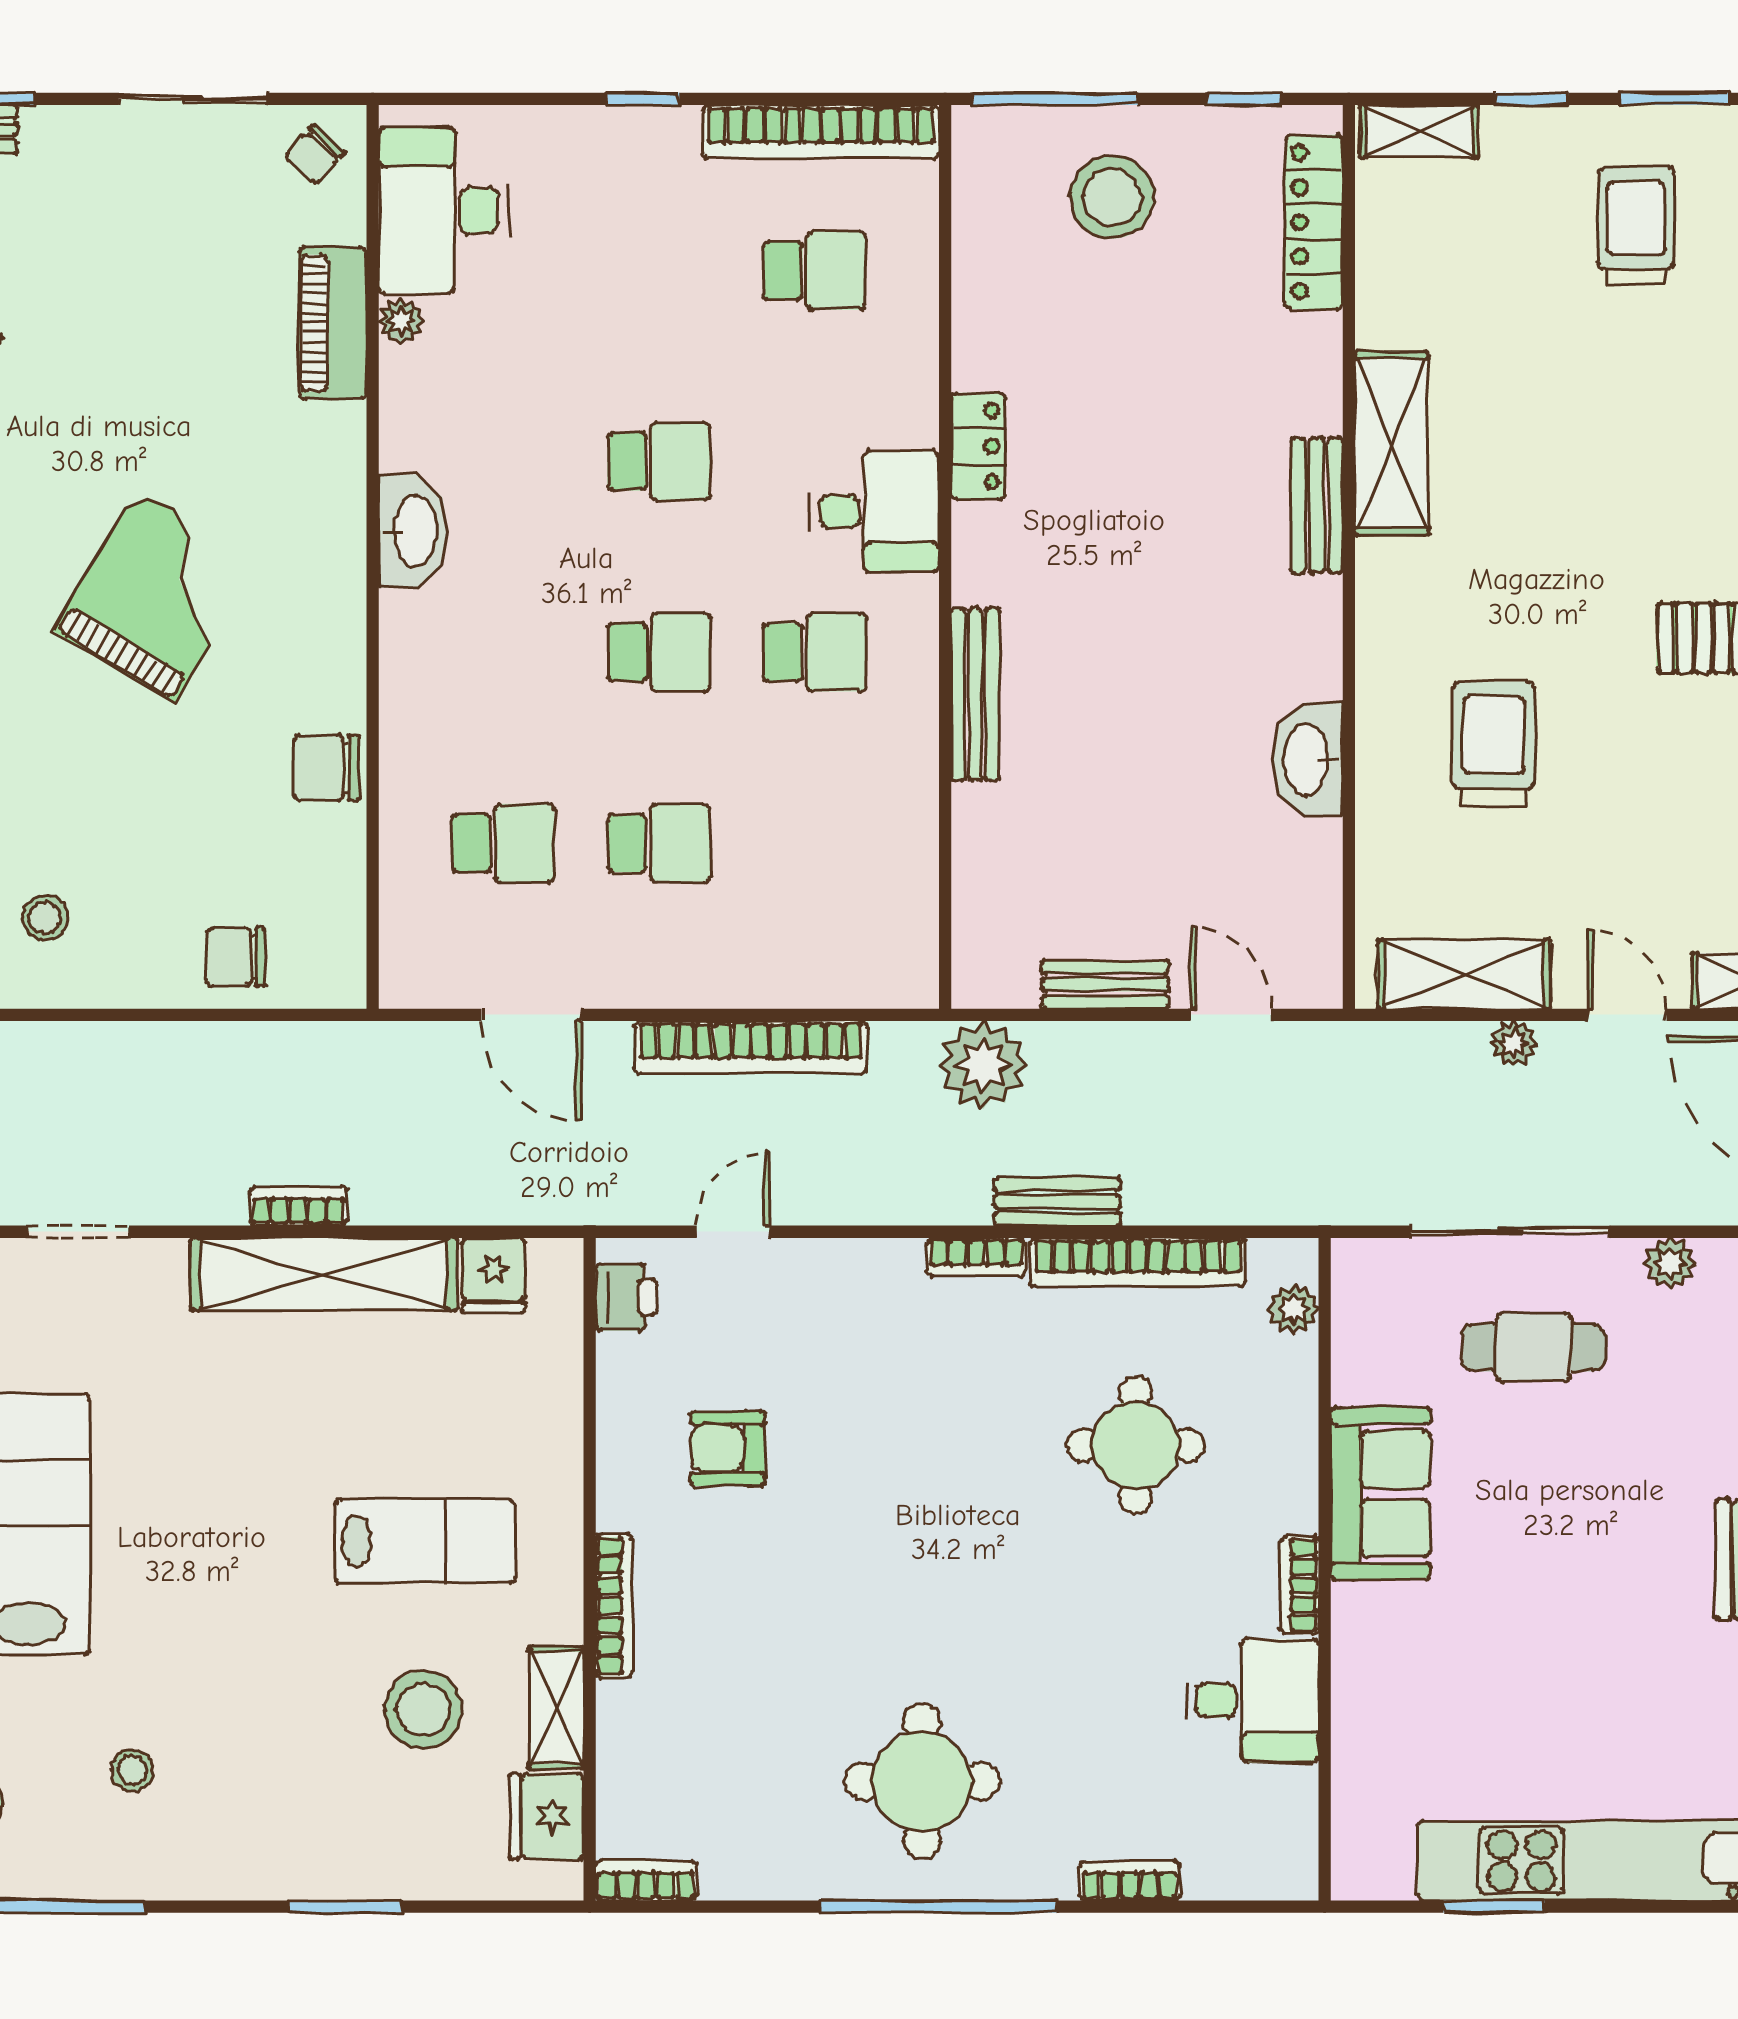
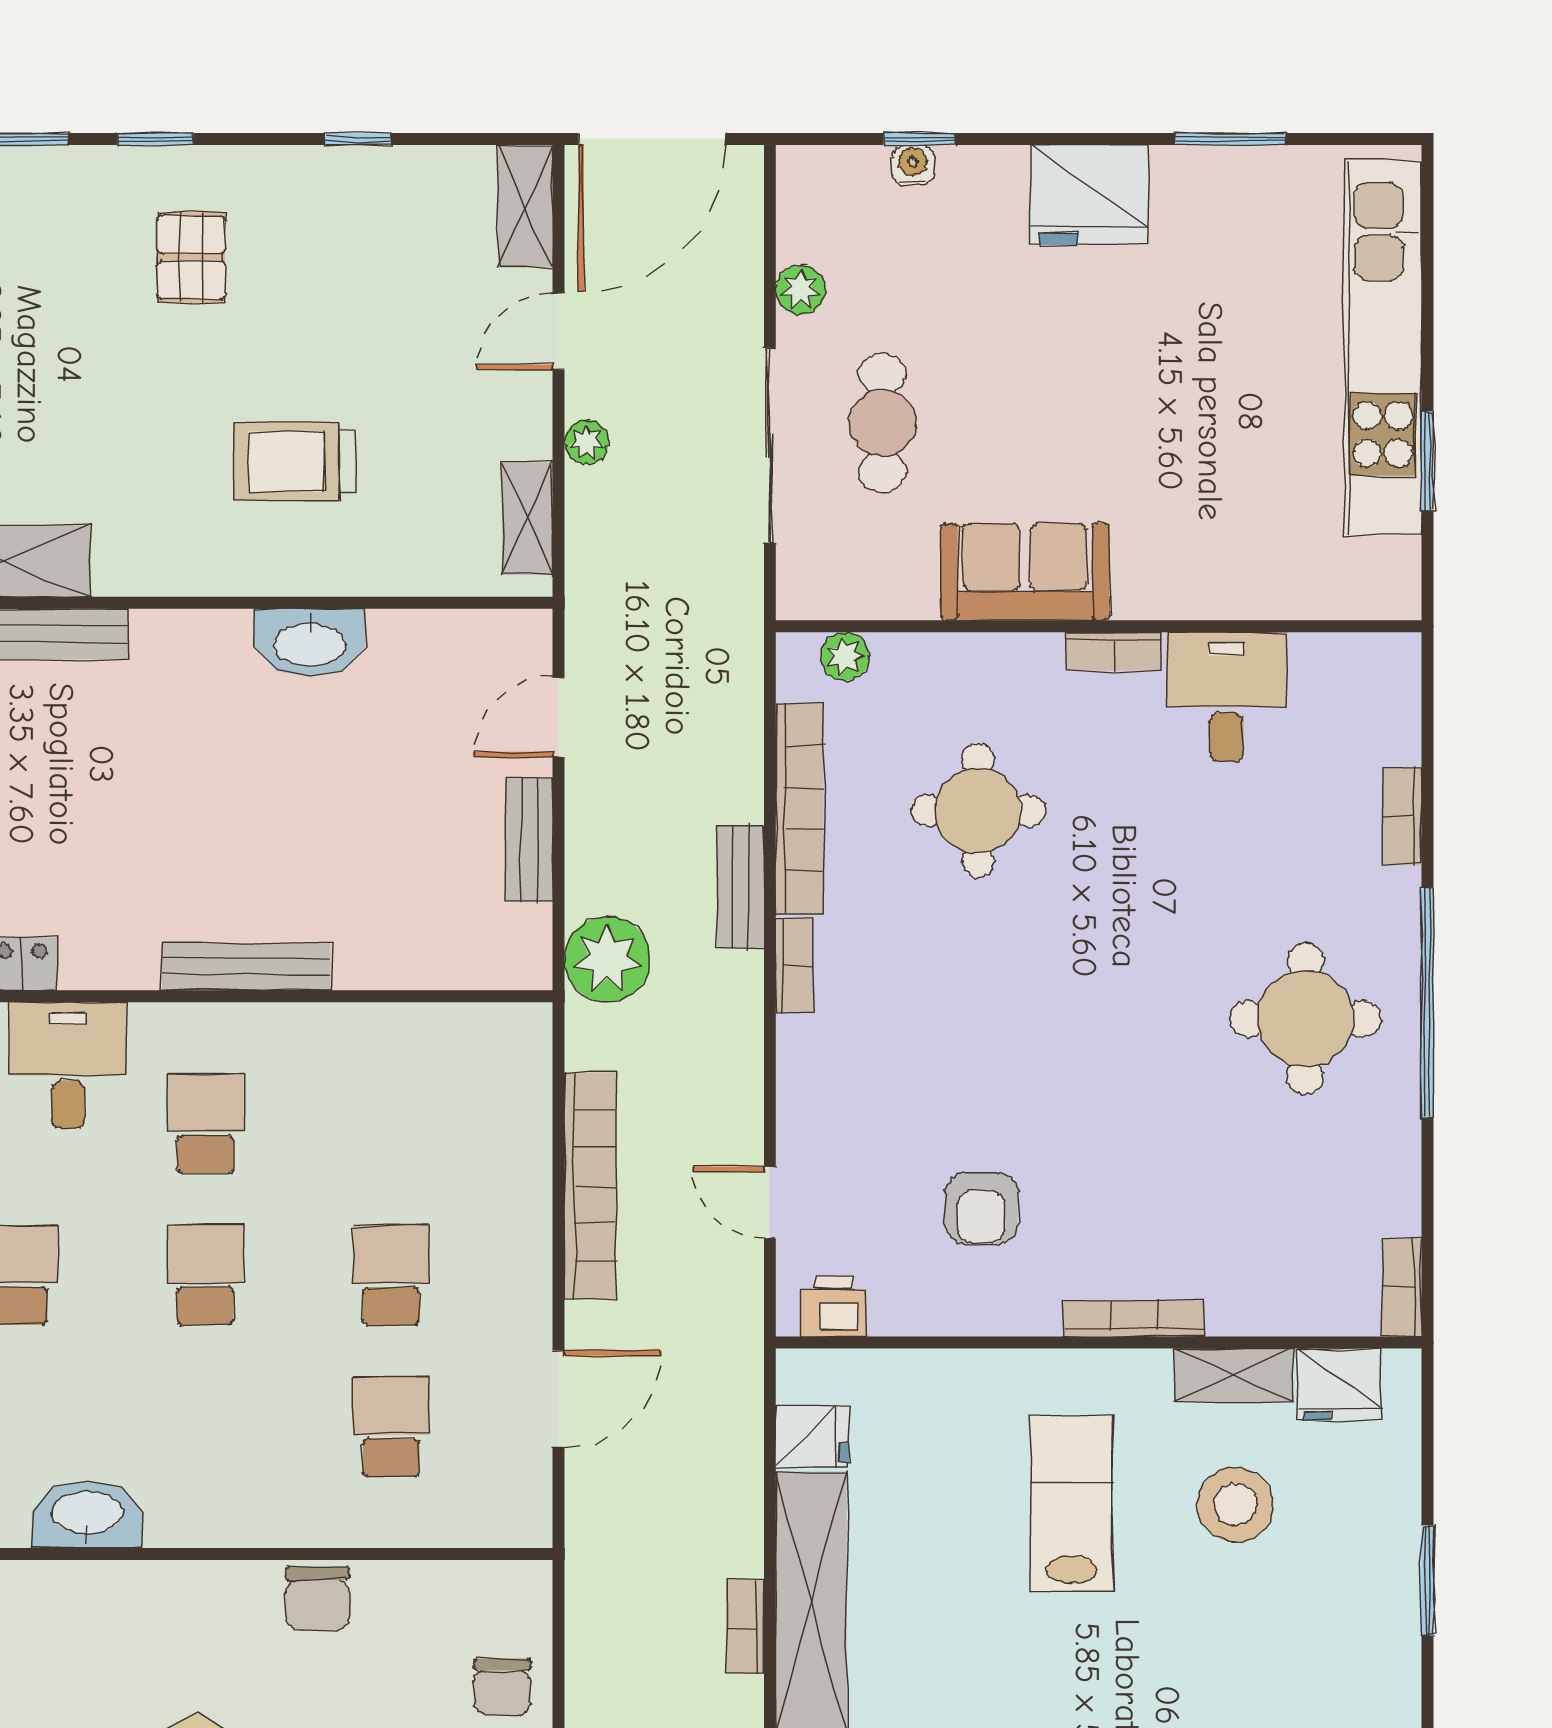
shelving: (1464, 974) -> (527, 519), width x0.67, depth x0.75

